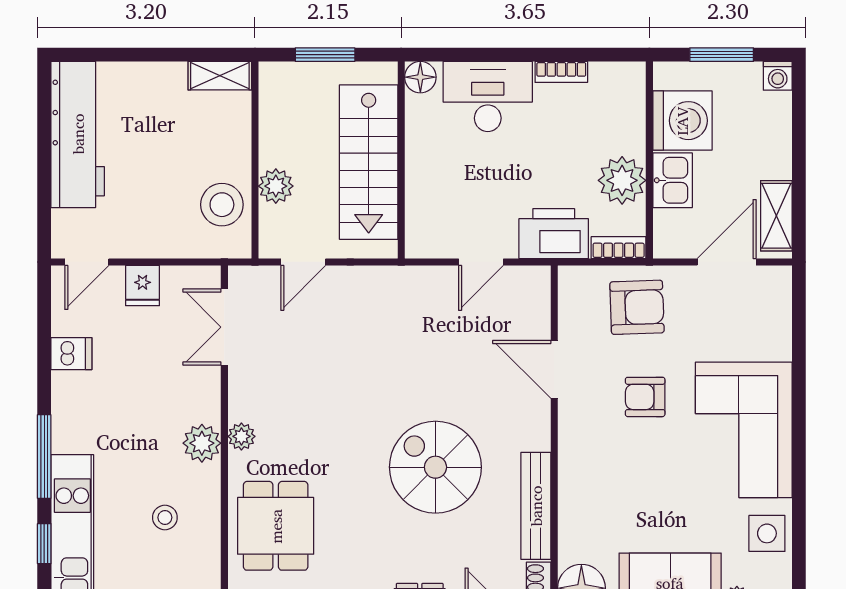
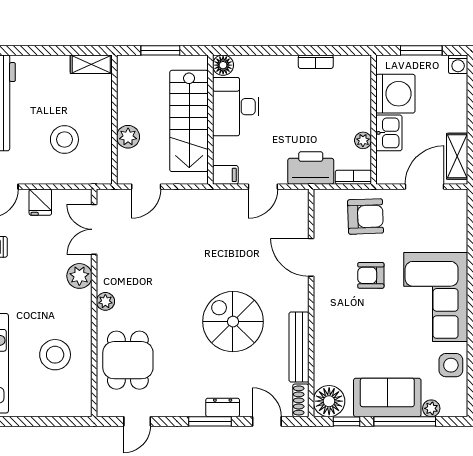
desk: (488, 96) -> (236, 107), moved, turned -90
plant: (622, 180) -> (363, 140), width x0.53, depth x0.53
stool: (222, 205) -> (64, 139), moved
filing cabinet: (424, 244) -> (225, 175), added
plant: (202, 443) -> (79, 276), moved
stool: (165, 517) -> (55, 355), width x1.89, depth x1.89

